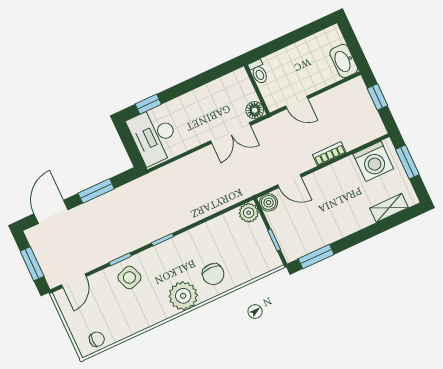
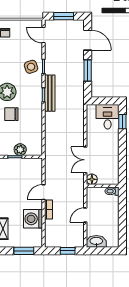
door: (297, 102) -> (85, 215), moved
desk: (154, 136) -> (108, 117), width x0.73
washing machine: (373, 161) -> (33, 219), moved
door: (290, 181) -> (44, 192), moved
boiler: (269, 202) -> (37, 163), removed
plant: (249, 213) -> (20, 150), moved
bench: (156, 232) -> (50, 93), added

